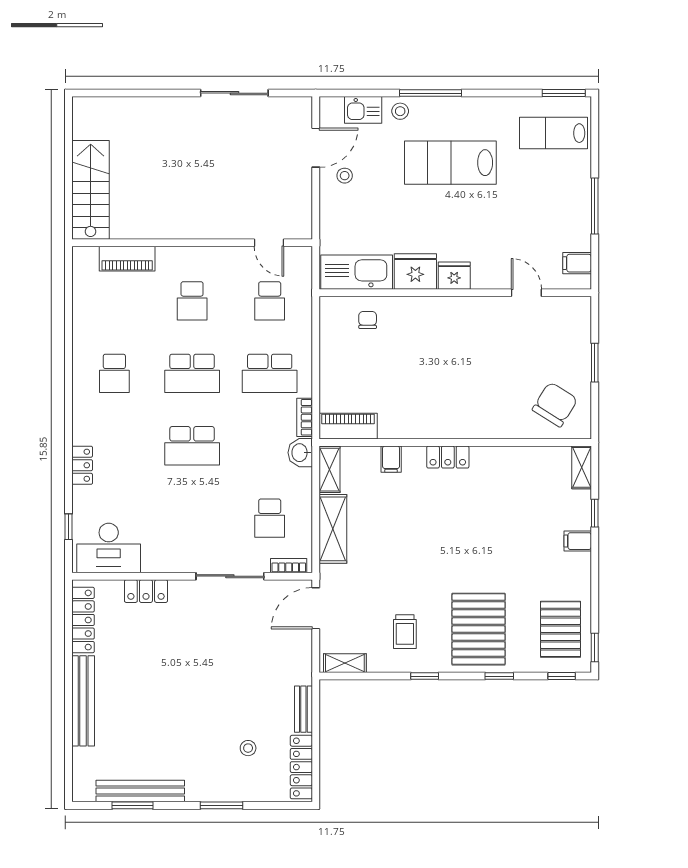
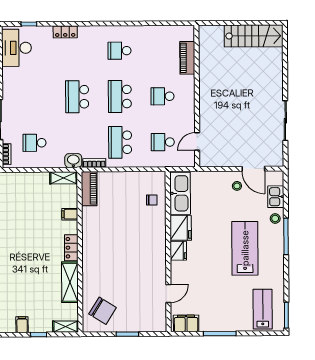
stairs: (91, 190) -> (254, 36), moved
filing cabinet: (577, 263) -> (186, 323), width x2.00
shelving: (333, 529) -> (70, 282), moved, turned 90

